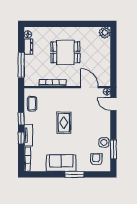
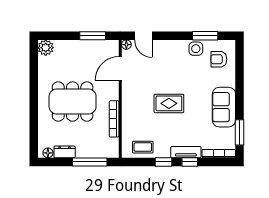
dining table: (65, 52) -> (73, 102), width x1.38
window: (113, 67) -> (93, 36), added
door: (113, 104) -> (143, 36), hinge flipped
window: (74, 174) -> (240, 132), moved

